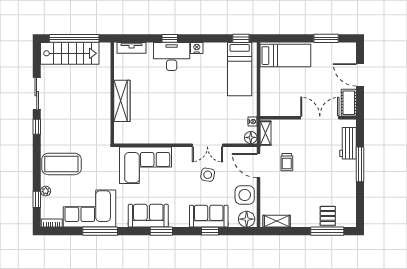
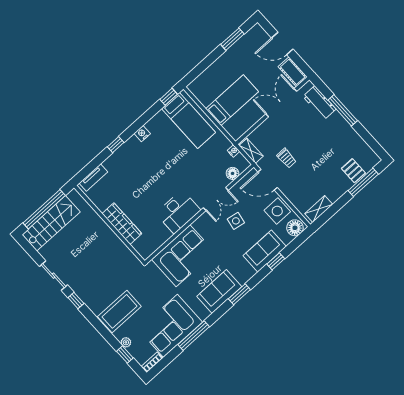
desk: (172, 56) -> (178, 212), moved, turned 180
bed: (285, 56) -> (232, 100), moved
floor lamp: (251, 137) -> (233, 173), moved

